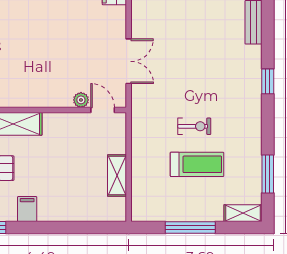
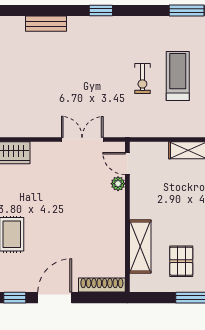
door: (103, 110) -> (127, 164), hinge flipped
exercise bike: (194, 126) -> (142, 78), turned 180

